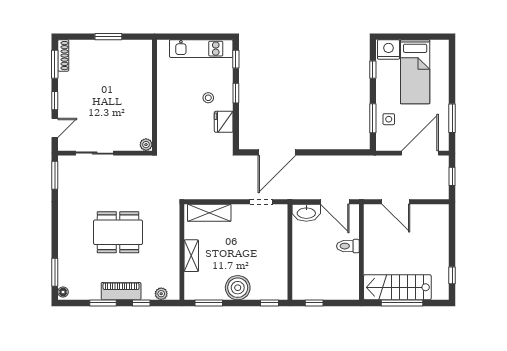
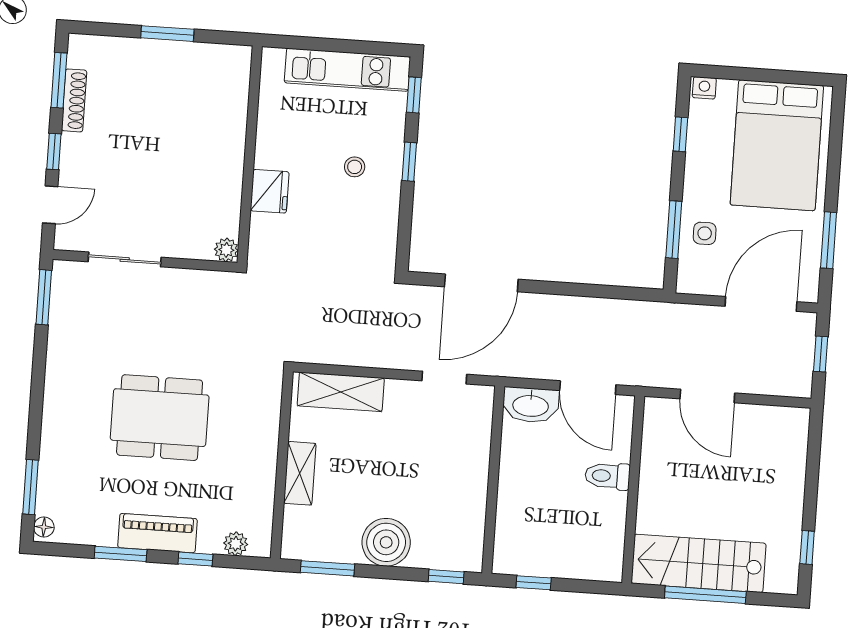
nightstand: (389, 49) -> (704, 88), width x0.53, depth x0.56
shoe rack: (63, 56) -> (74, 100), moved
bed: (415, 72) -> (777, 145), width x1.50
fridge: (224, 122) -> (270, 191), moved, turned 180

